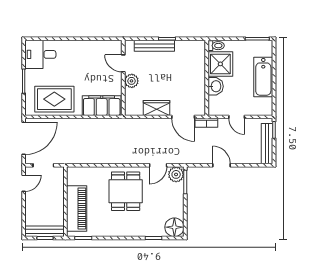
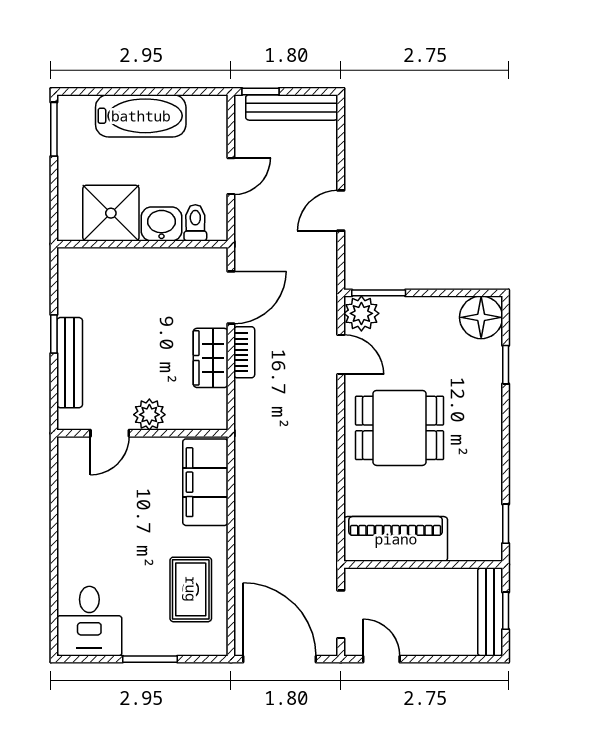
toilet: (216, 46) -> (195, 223), moved
rug: (54, 99) -> (191, 589), width x0.73, depth x0.70
bookcase: (206, 123) -> (244, 352), moved
piano: (77, 208) -> (396, 539), moved

